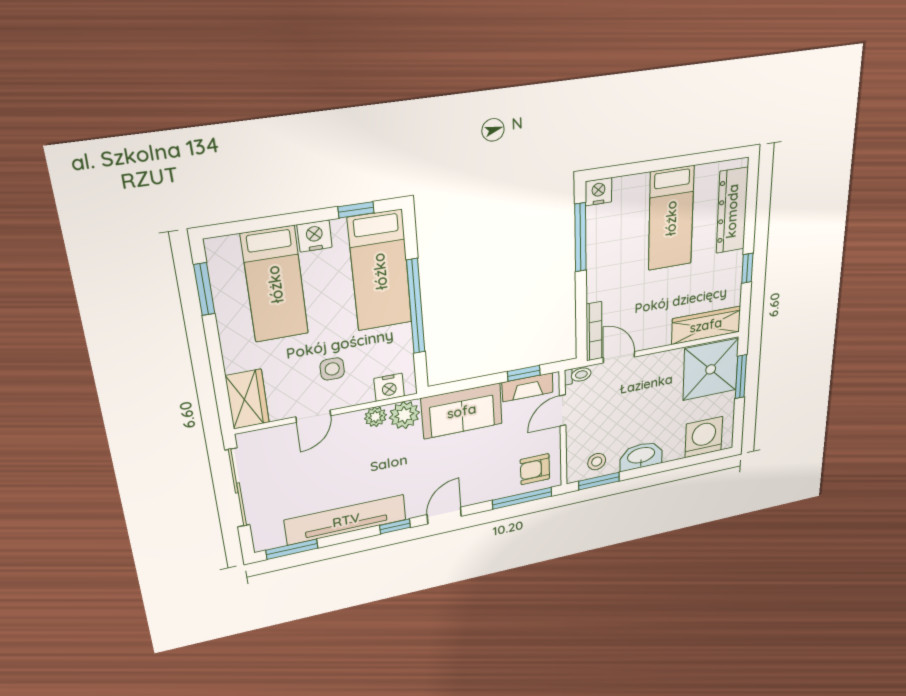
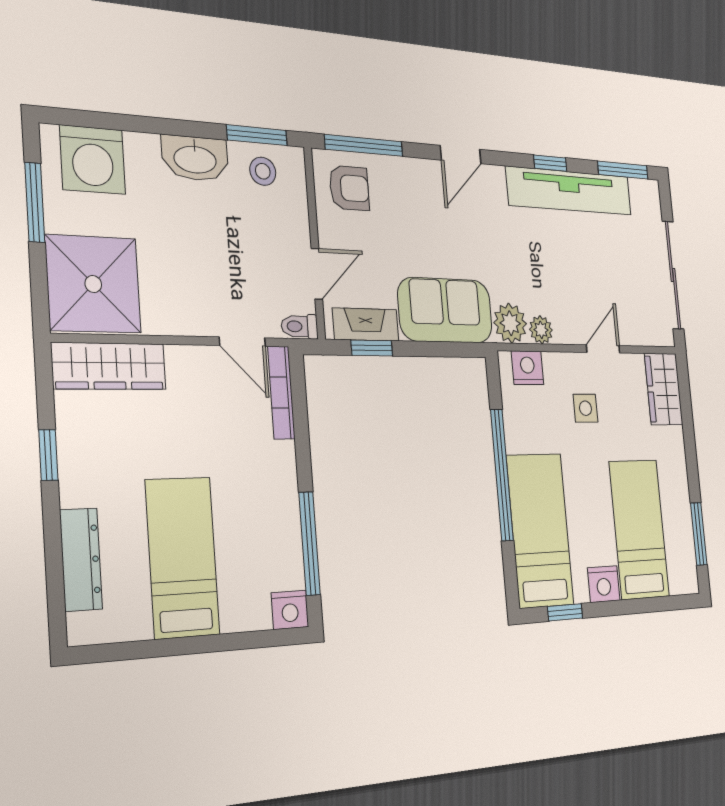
dresser: (732, 211) -> (81, 560), width x0.73, depth x0.80
window: (741, 377) -> (35, 202), moved
window: (395, 526) -> (550, 163), moved

